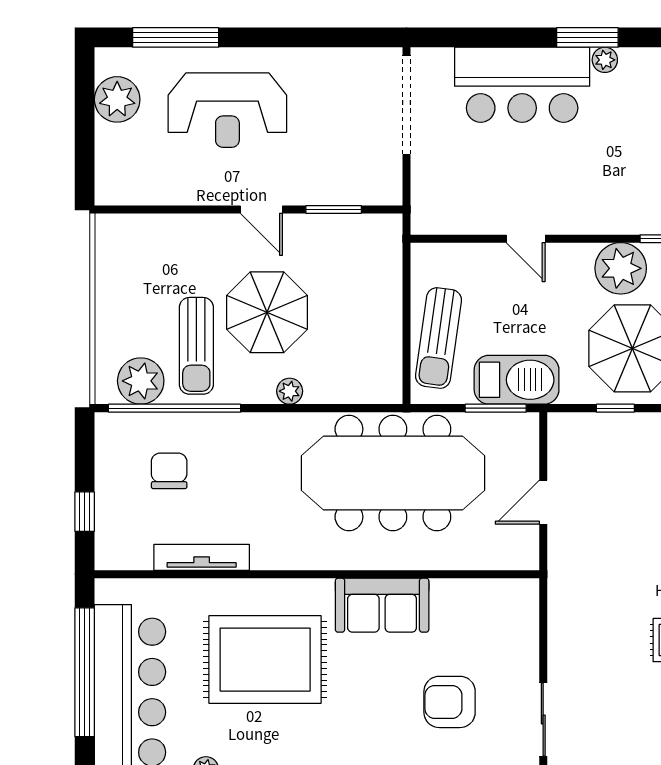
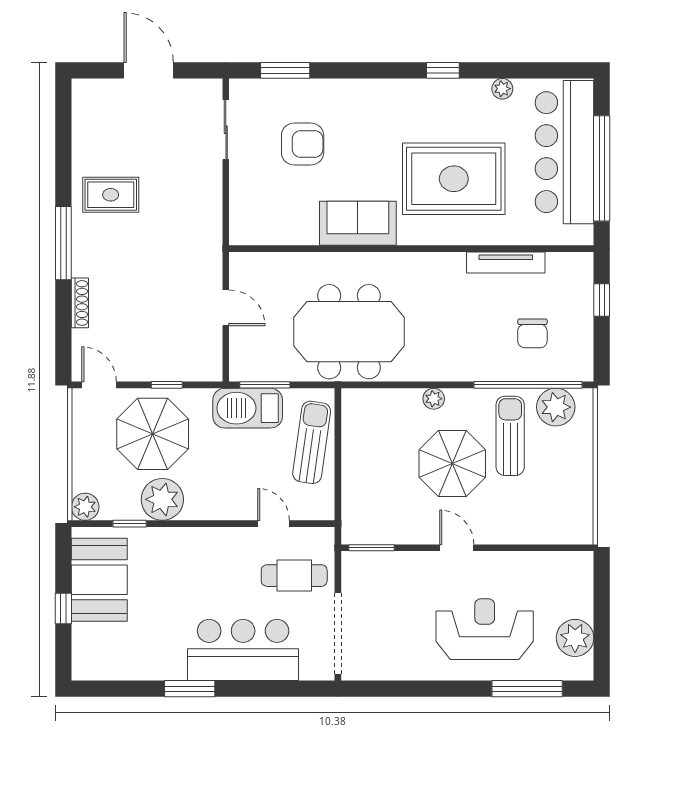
plant: (605, 60) -> (175, 670), removed
cafe table: (460, 176) -> (294, 576), added
window: (334, 209) -> (372, 548), moved
door: (526, 239) -> (274, 524), moved
meeting table: (393, 473) -> (349, 332), width x0.73
door: (543, 502) -> (226, 308), hinge flipped

